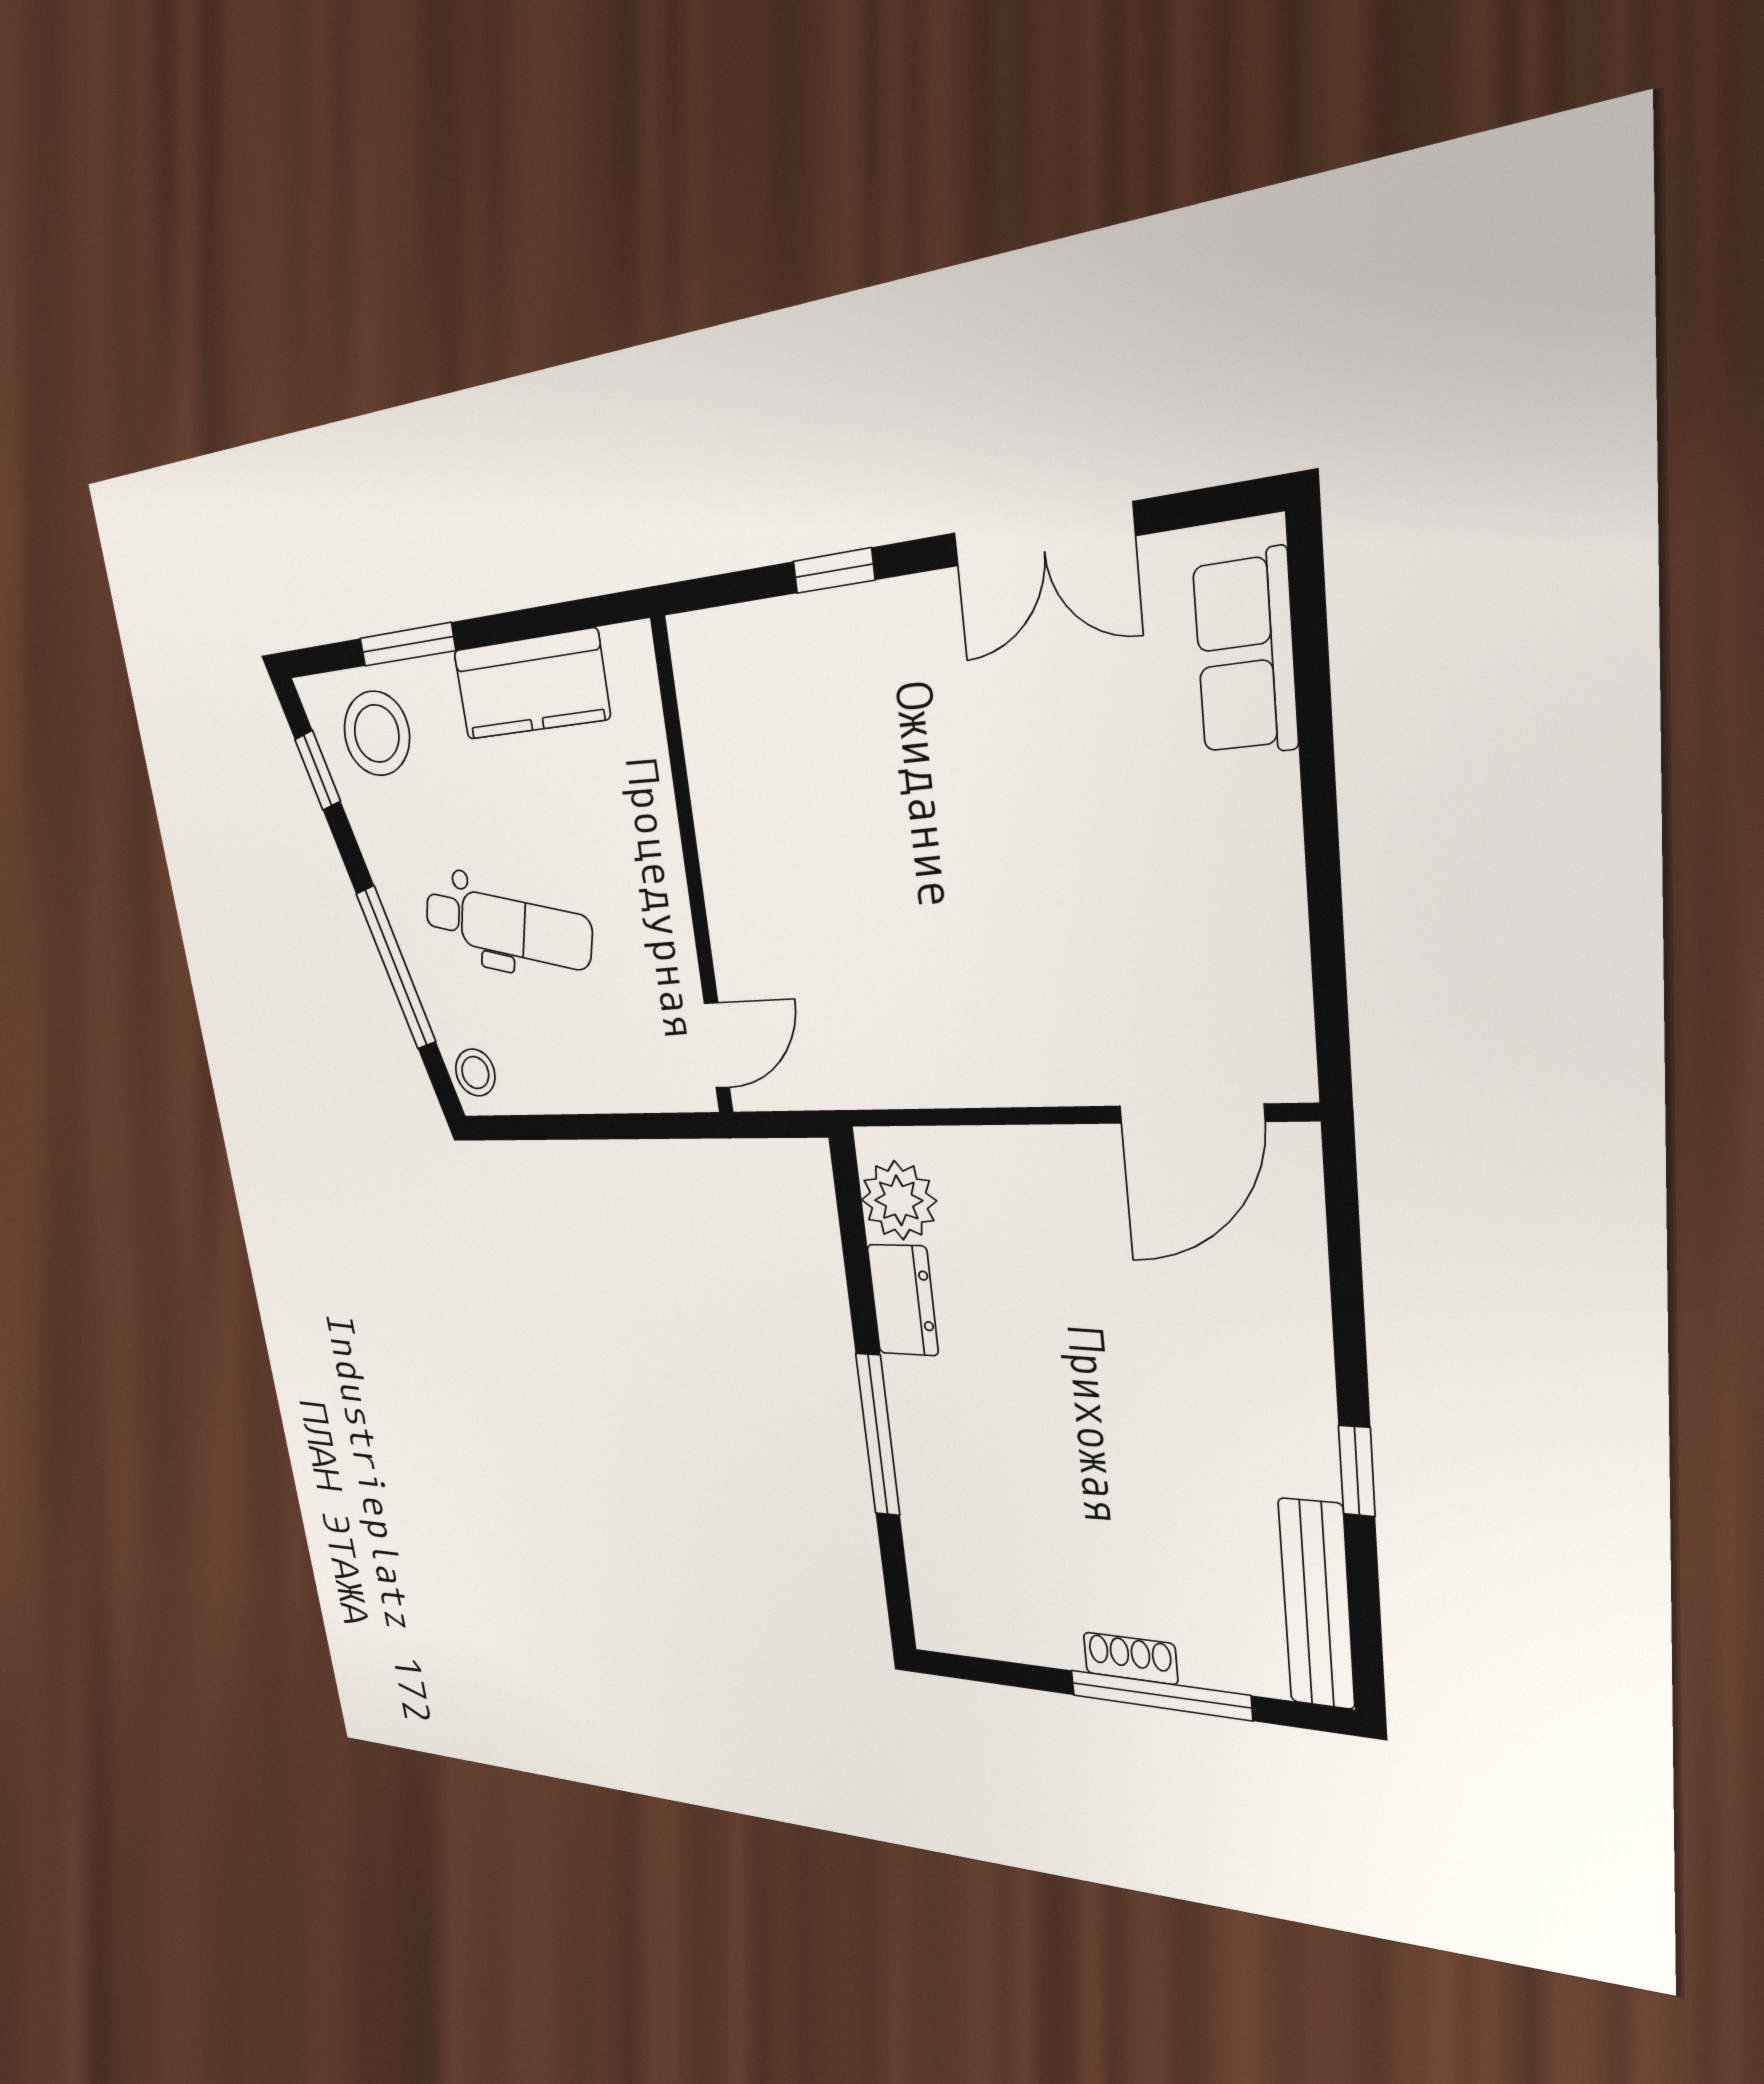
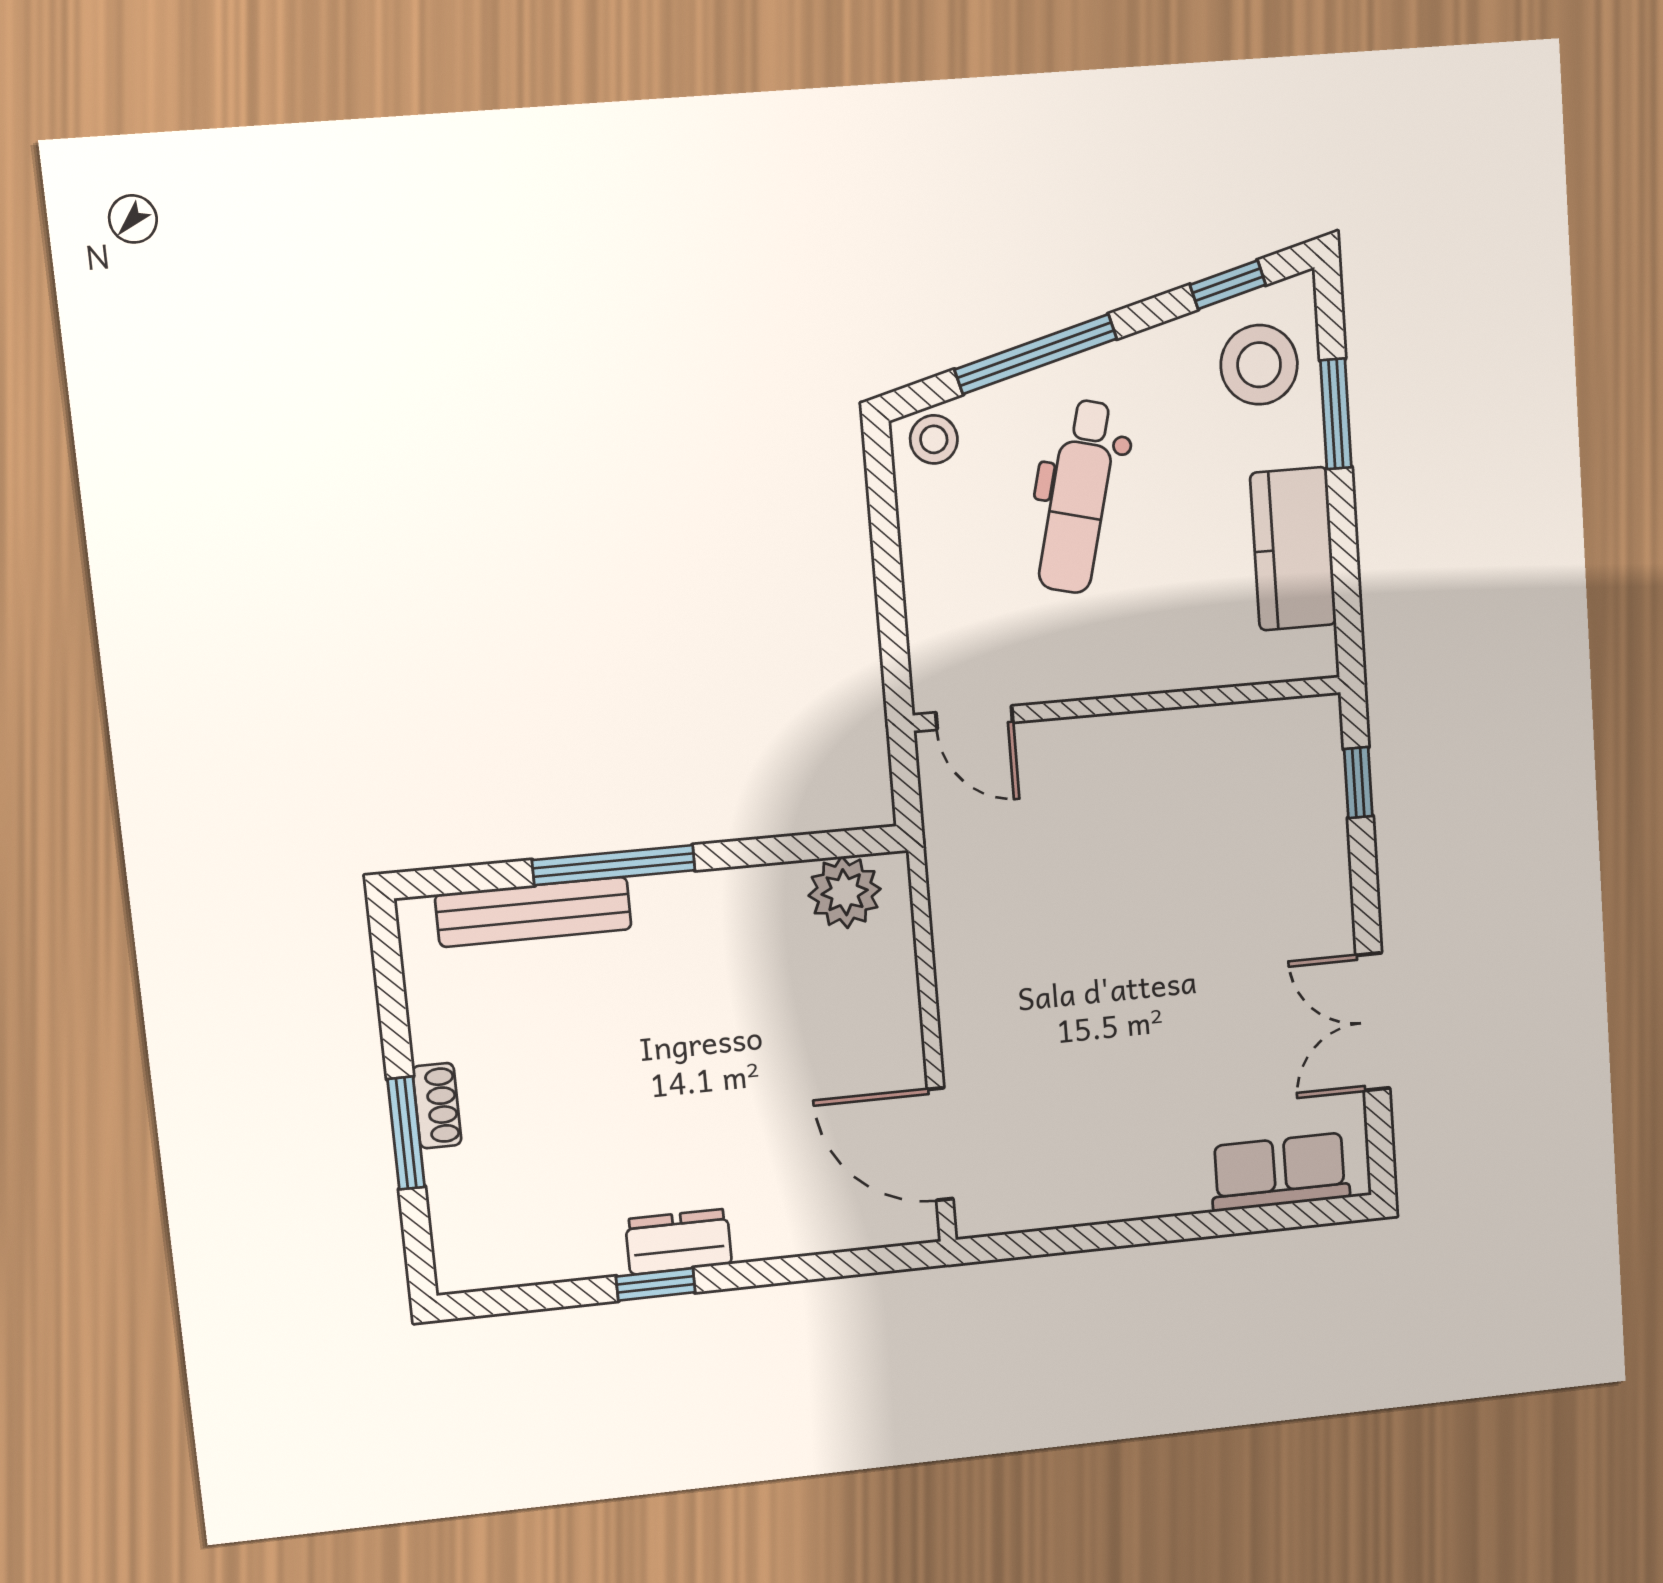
window: (834, 571) -> (1358, 783), moved
dresser: (903, 1300) -> (679, 1242), moved, turned 180
bench: (1317, 1604) -> (533, 912), moved
window: (1160, 1695) -> (406, 1133), width x0.69

